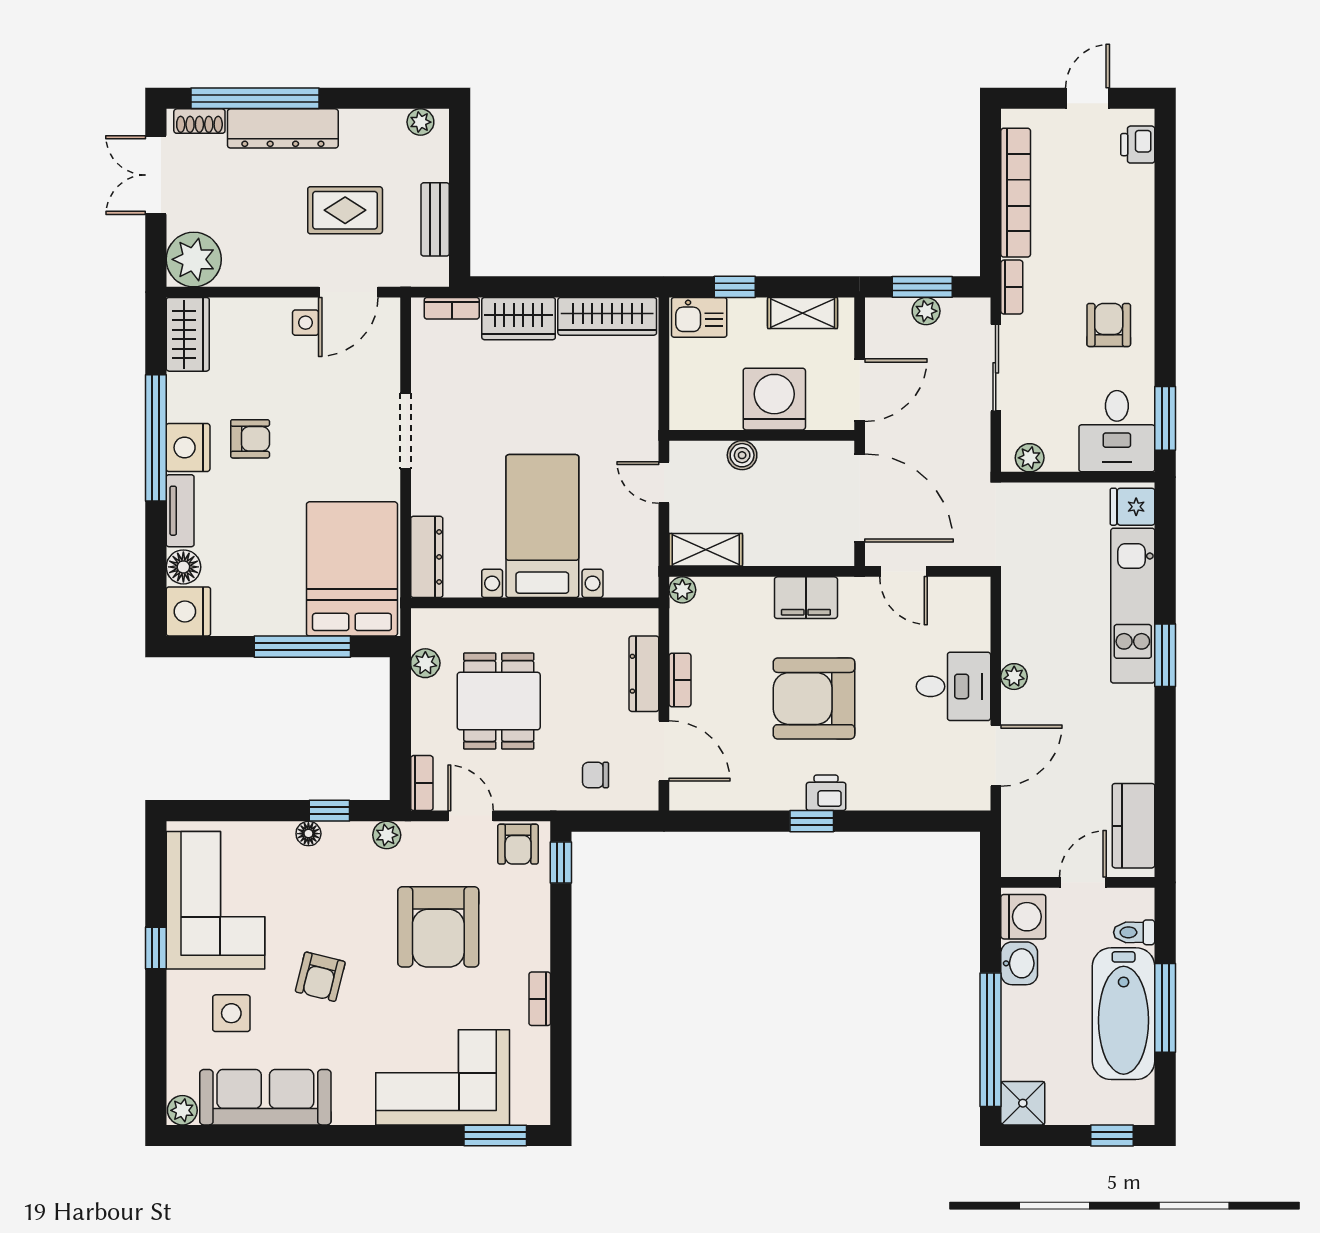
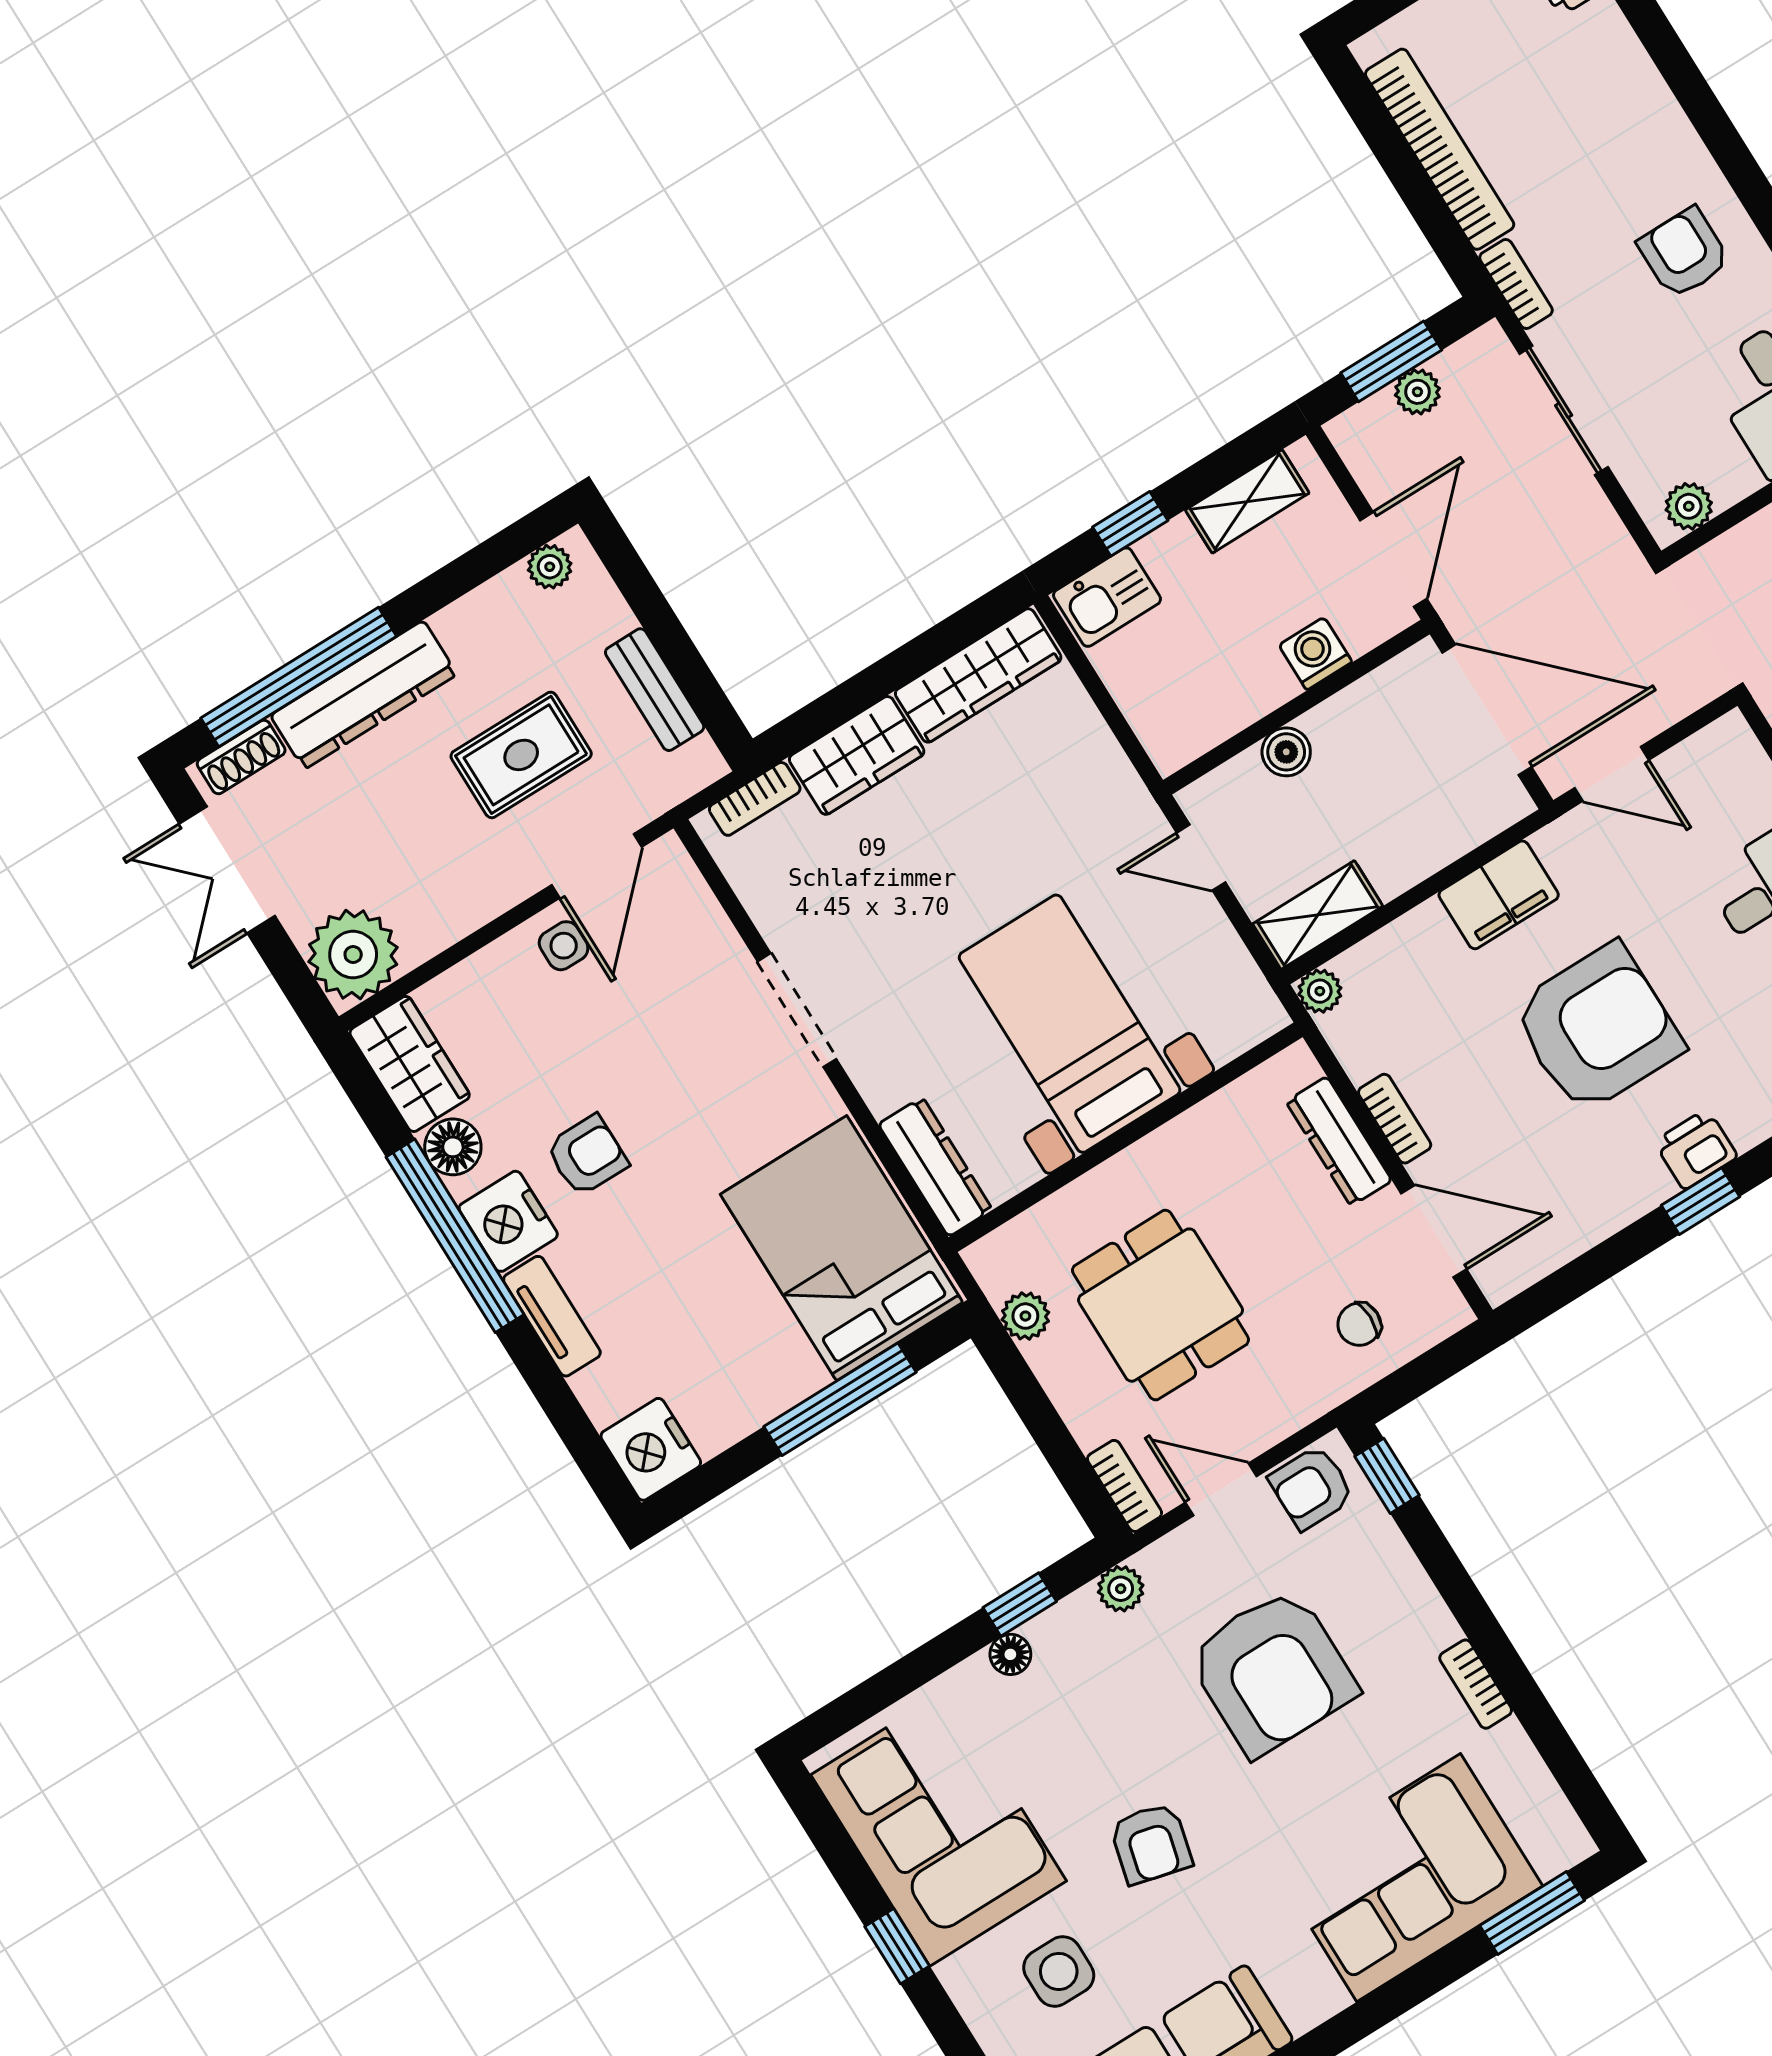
washing machine: (774, 399) -> (1315, 653), width x0.53, depth x0.53
floor lamp: (183, 567) -> (453, 1147), moved
armchair: (814, 699) -> (1597, 1028), turned 180
armchair: (518, 844) -> (1311, 1488), turned 90

